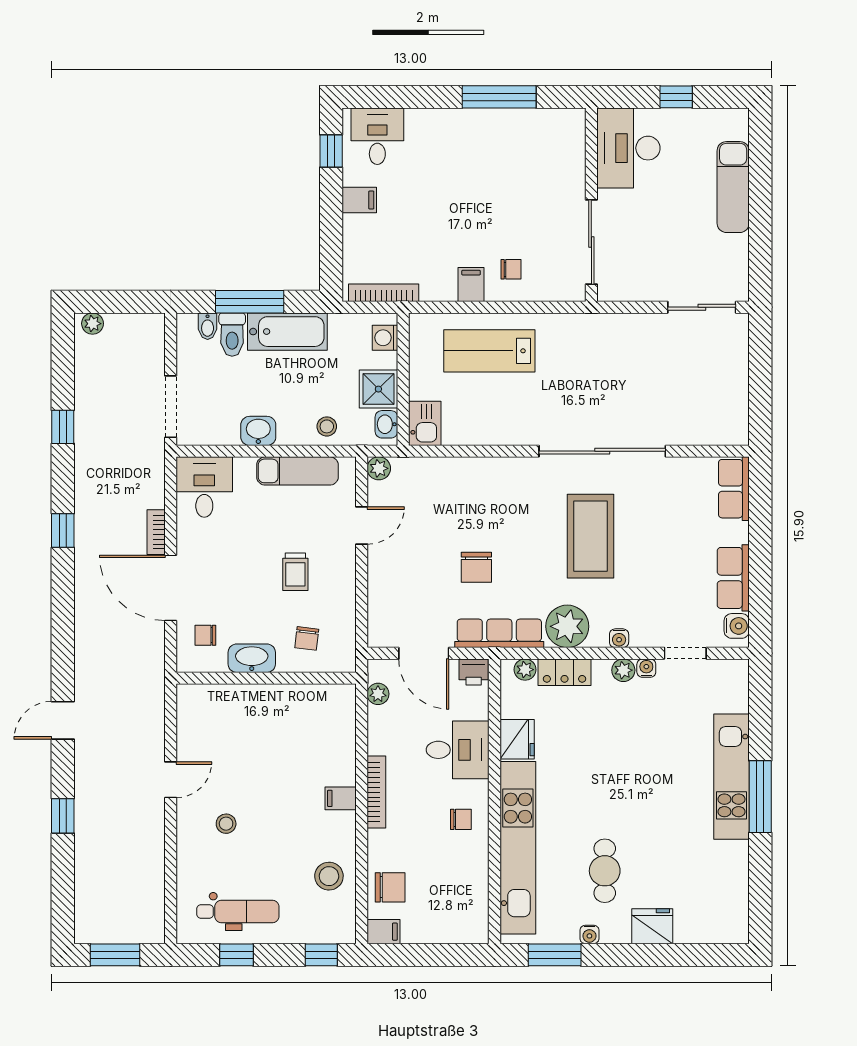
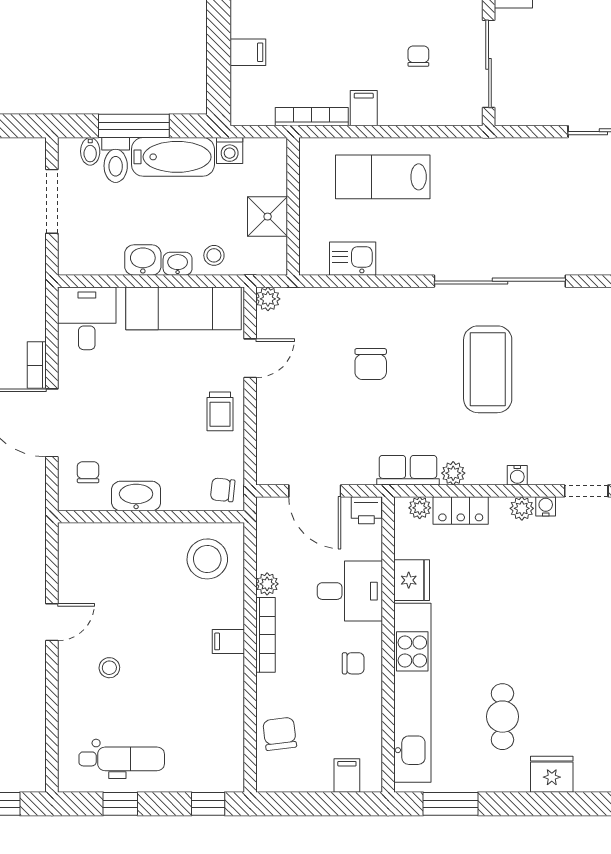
filing cabinet: (359, 200) -> (248, 52), moved
chair: (511, 269) -> (418, 56), moved, turned -90
bookcase: (384, 293) -> (312, 117), moved
washing machine: (385, 338) -> (230, 150), moved, turned -90
doorway: (171, 407) -> (52, 201), moved
kitchen sink: (425, 423) -> (353, 259), moved, turned -90
washbasin: (386, 424) -> (178, 264), moved, turned 90
exam couch: (297, 471) -> (184, 308), width x1.36, depth x1.45
chair: (476, 567) -> (371, 364), moved
trolley: (295, 572) -> (220, 411), moved
plant: (567, 626) -> (453, 473), width x0.53, depth x0.53
row of seats: (499, 633) -> (408, 470), width x0.68
chair: (205, 635) -> (88, 472), turned 90
chair: (307, 638) -> (223, 490), moved, turned 89
plant: (378, 694) -> (267, 584), moved
stool: (329, 876) -> (207, 559), moved, width x1.38, depth x1.38
chair: (390, 887) -> (280, 734), turned -97
filing cabinet: (383, 932) -> (347, 776), moved, turned -90
water cooler: (589, 934) -> (487, 783), removed

